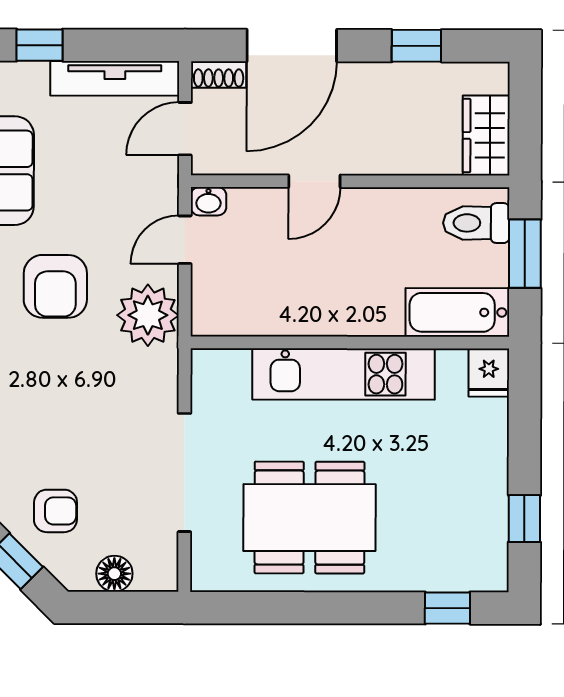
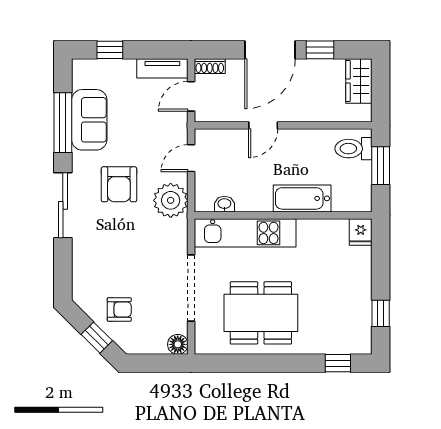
door: (292, 46) -> (270, 50), moved
tv unit: (115, 78) -> (162, 68), width x0.71
wardrobe: (486, 135) -> (359, 81), moved
washbasin: (208, 201) -> (224, 204), moved, turned 180
bathtub: (457, 312) -> (302, 198), moved
kitchen unit: (344, 374) -> (245, 233), moved
floor lamp: (114, 574) -> (178, 344), moved

